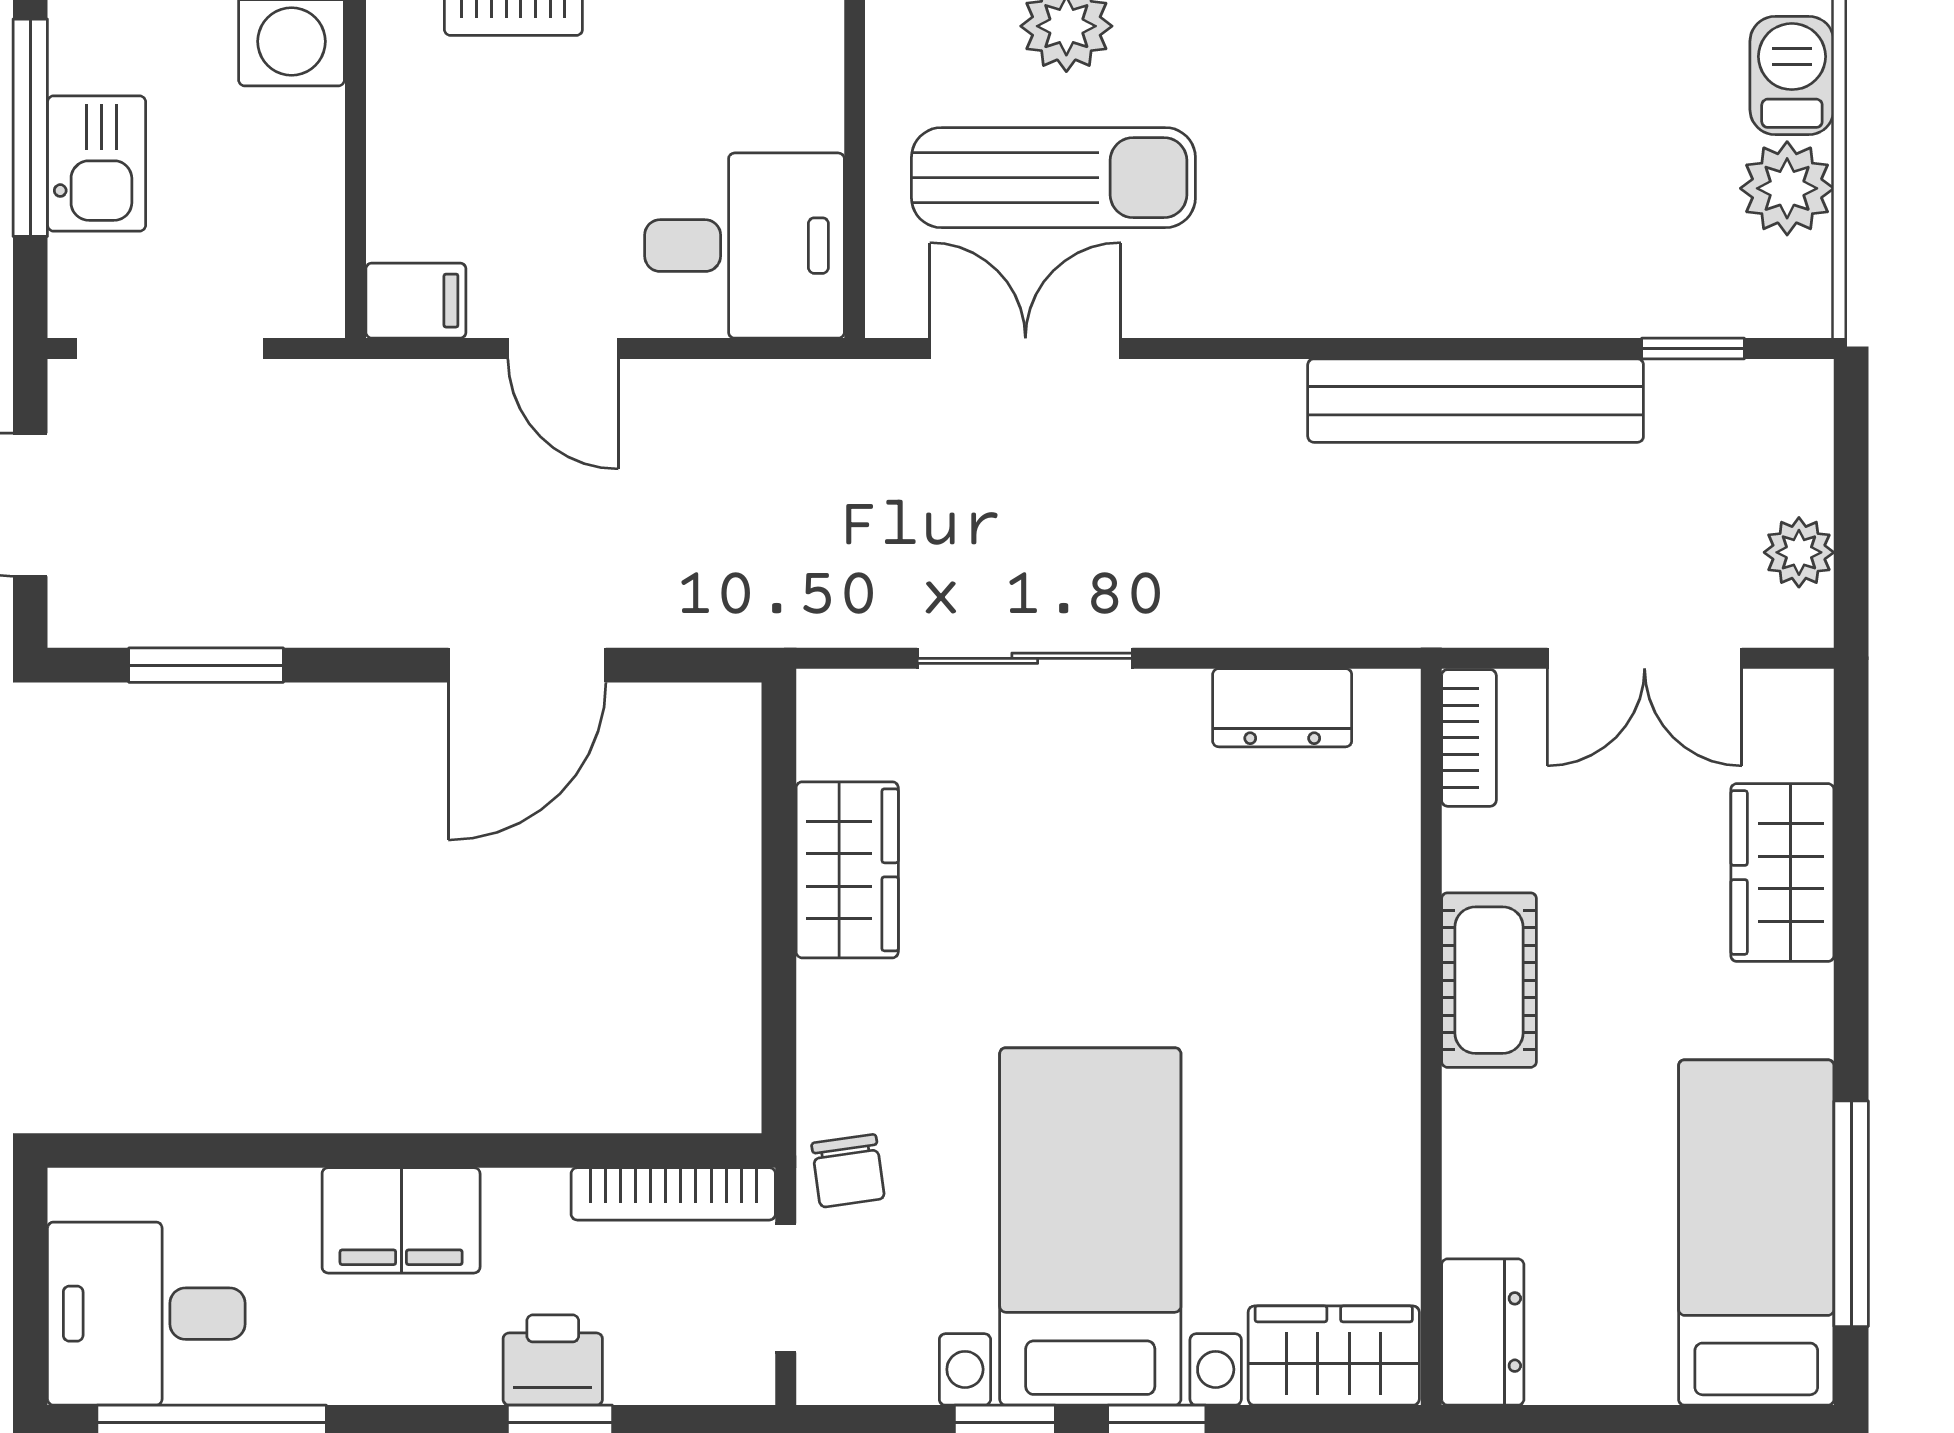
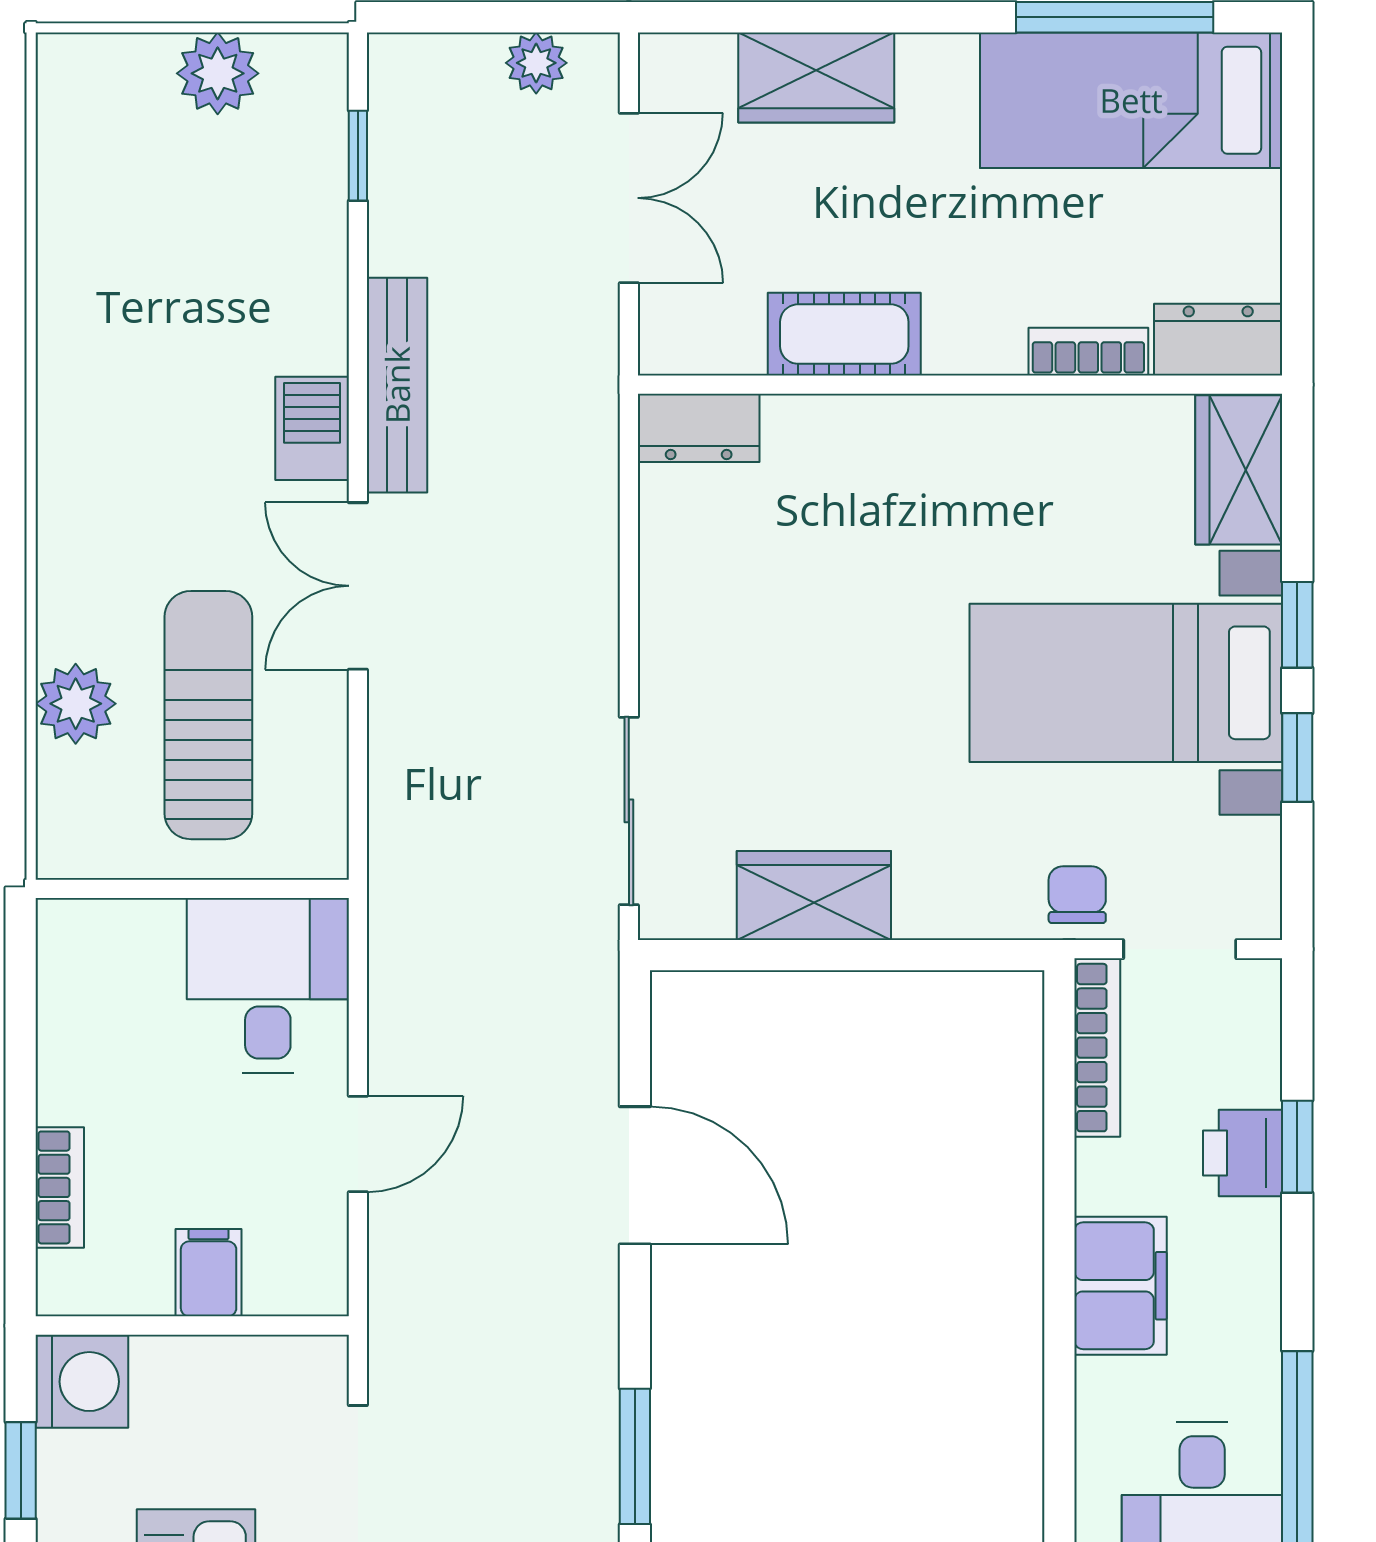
barbecue: (1792, 75) -> (312, 428), moved, turned 90
filing cabinet: (416, 301) -> (209, 1273), moved
double door: (1025, 348) -> (358, 586), moved
bench: (1476, 401) -> (397, 385), width x0.73, depth x0.82
sliding door: (1025, 658) -> (629, 811), moved
dresser: (1282, 708) -> (699, 428), moved, turned 90
bookcase: (1469, 738) -> (1088, 352), moved
cot: (1489, 980) -> (844, 334), moved
chair: (848, 1171) -> (1077, 895), turned -82

